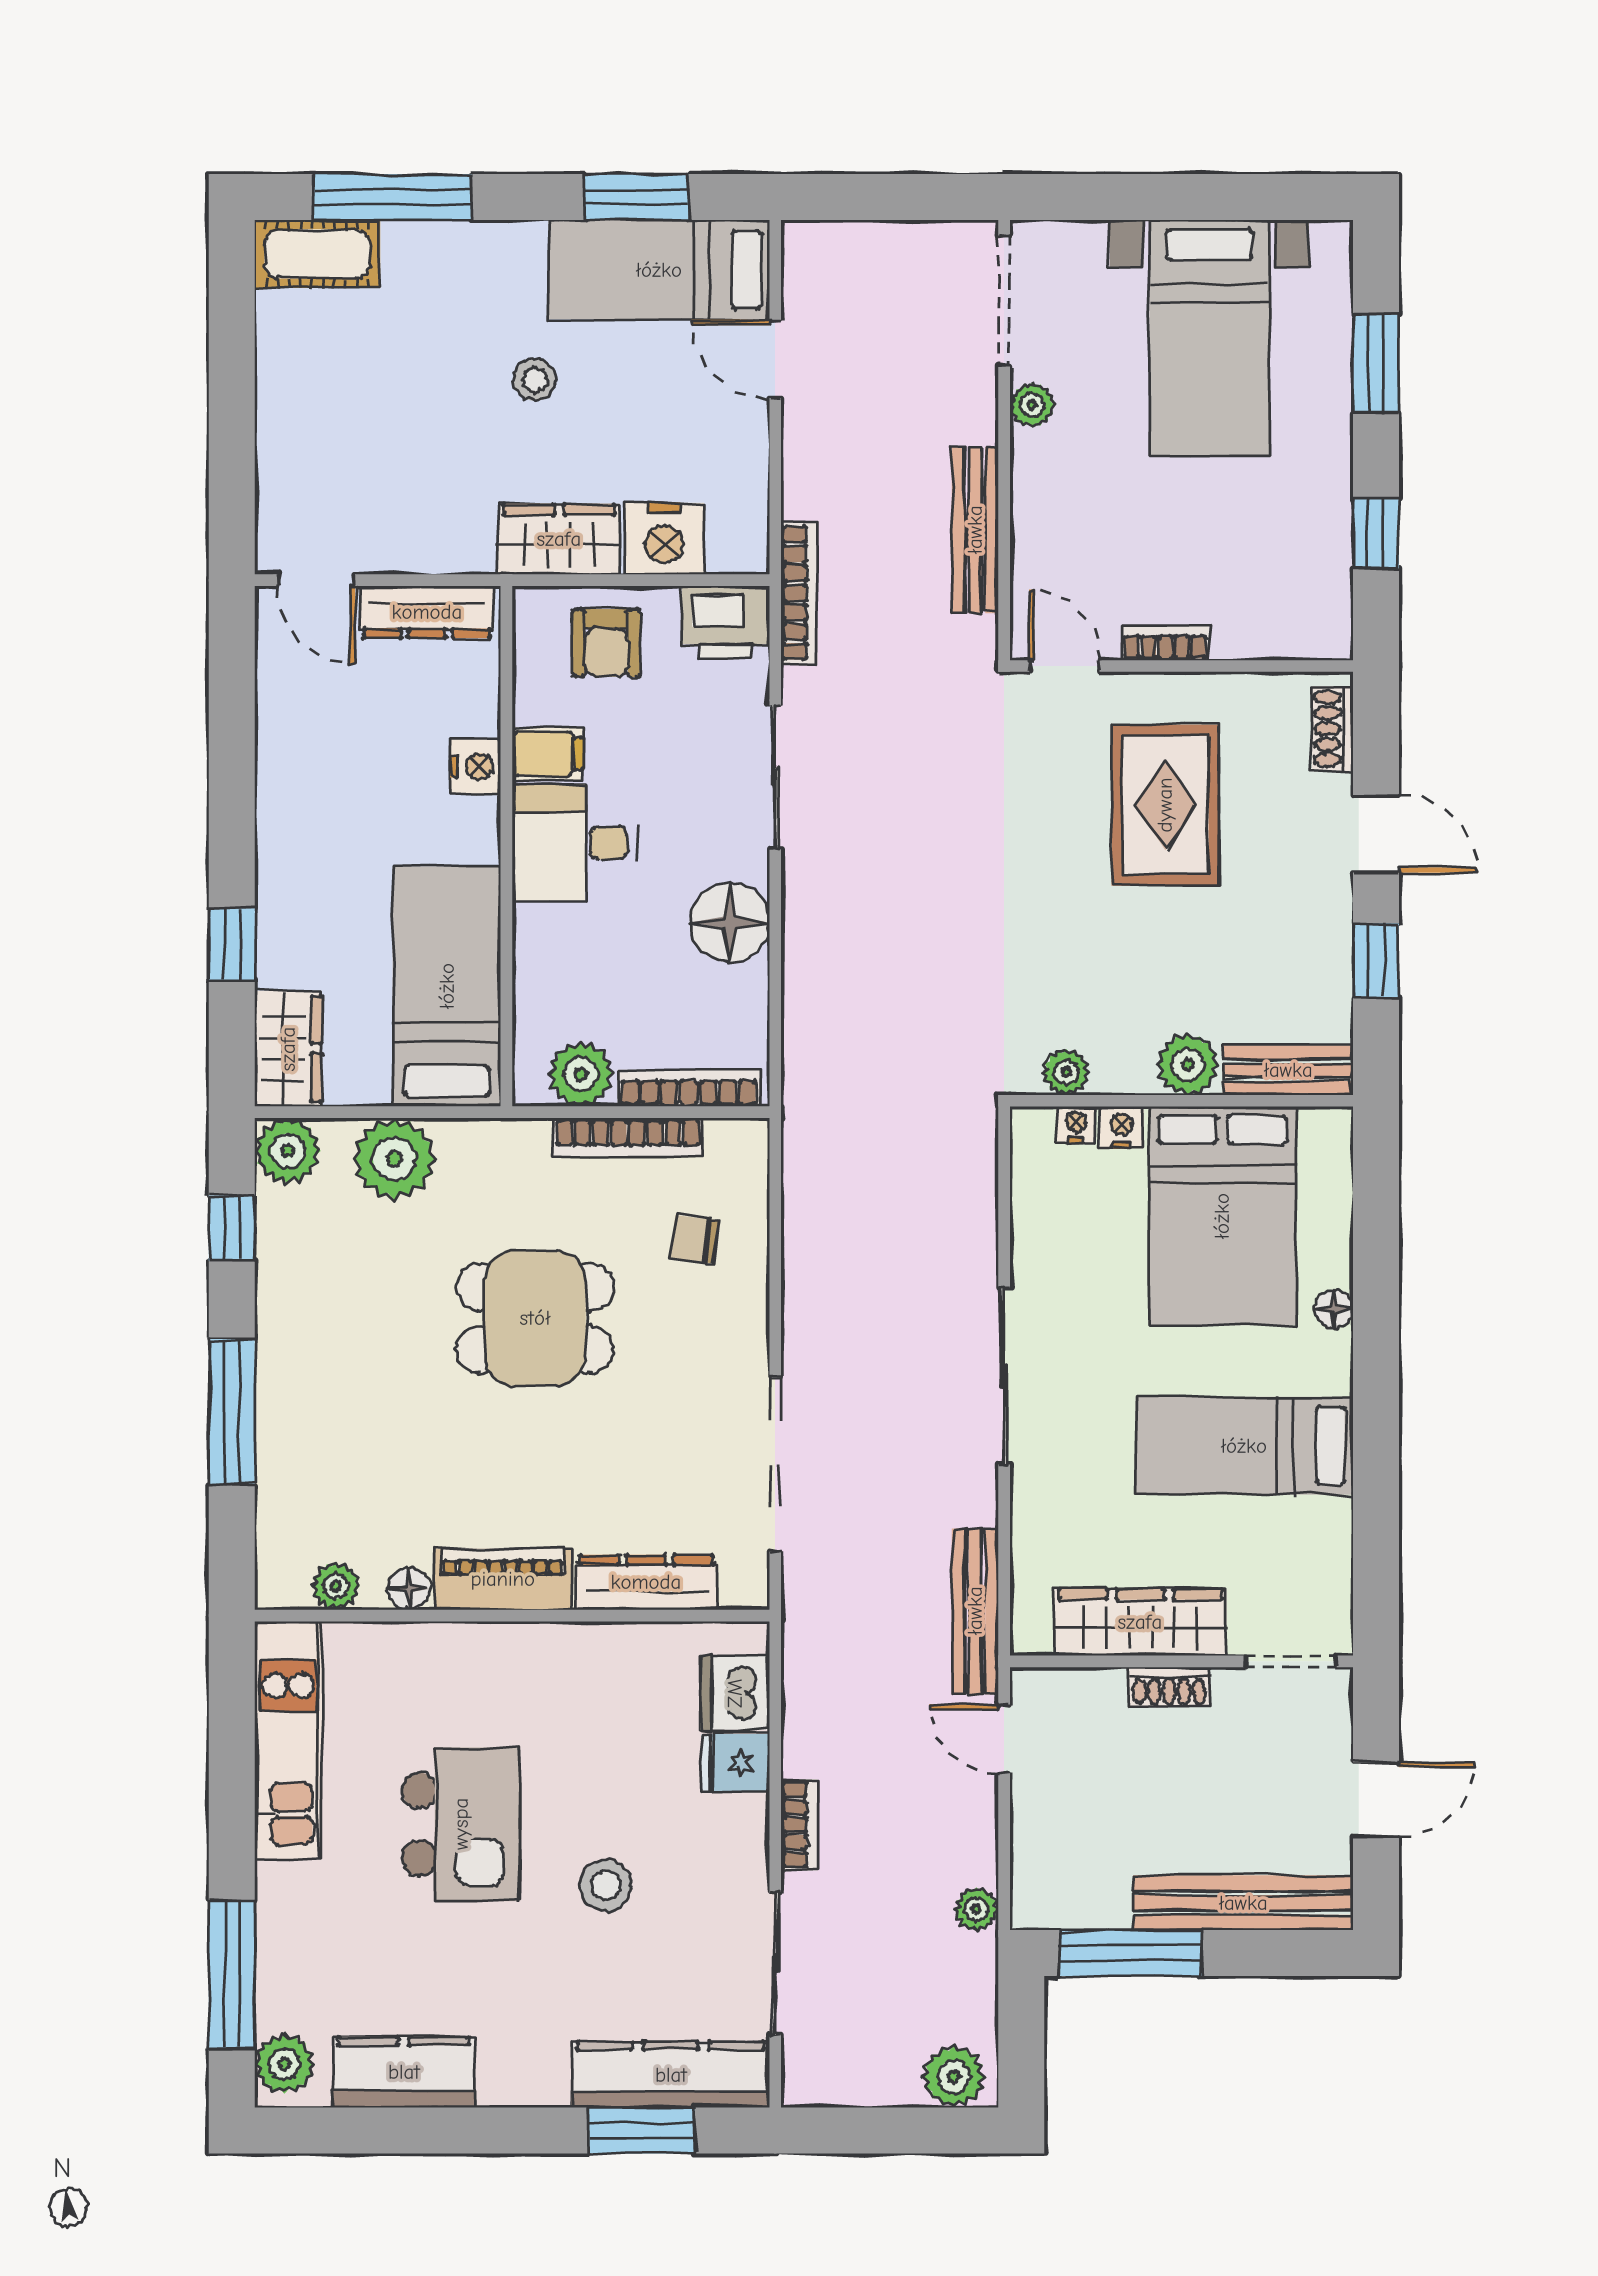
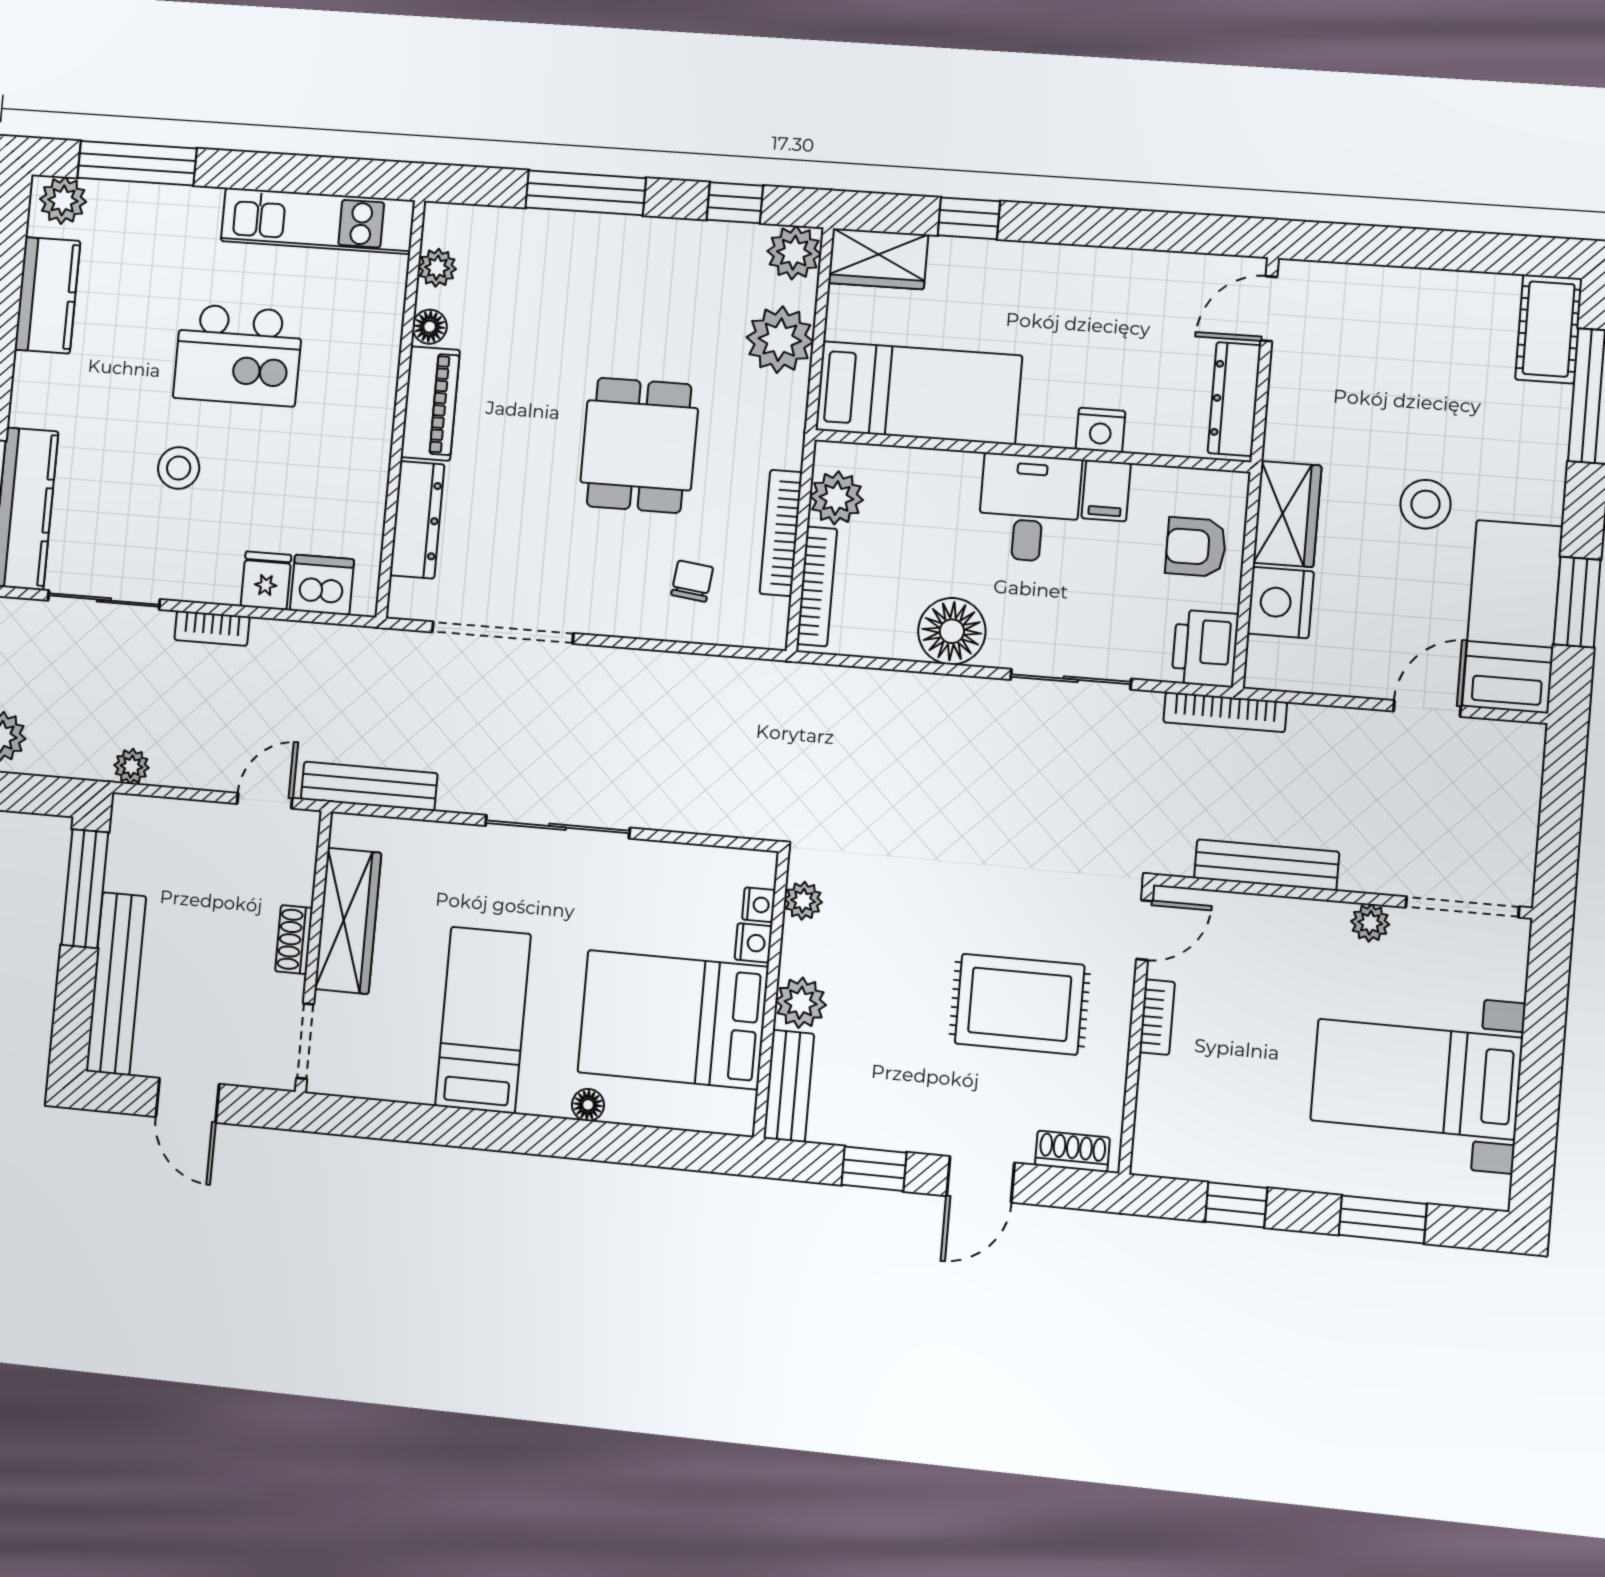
stool: (535, 380) -> (1425, 504), width x1.37, depth x1.37

